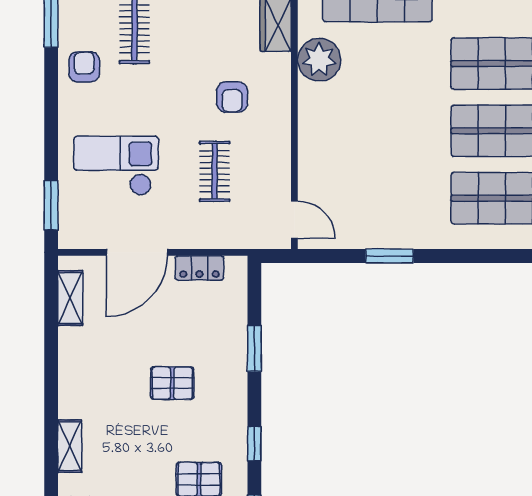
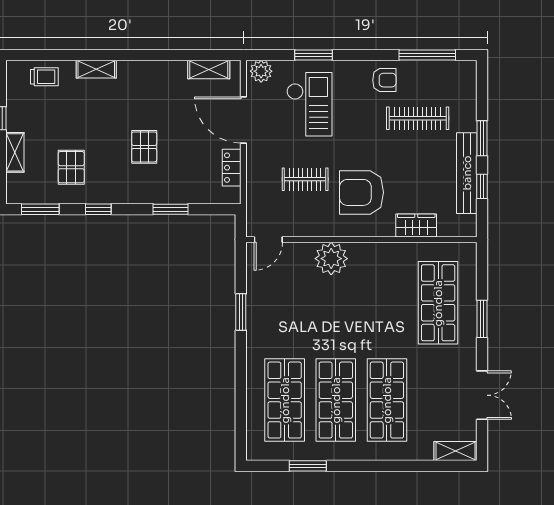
plant: (319, 60) -> (331, 259), moved
armchair: (232, 97) -> (361, 192), width x1.88, depth x1.88
window: (51, 205) -> (314, 55), moved
plant: (72, 229) -> (261, 71), added

